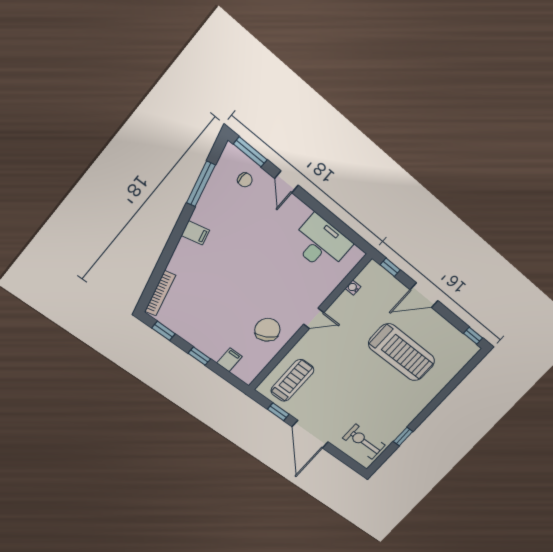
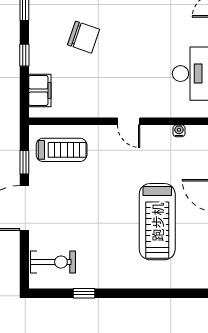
chair: (267, 330) -> (84, 37), moved, turned 48
filing cabinet: (229, 360) -> (40, 91), width x2.00
exercise bike: (364, 442) -> (53, 262), turned 90

